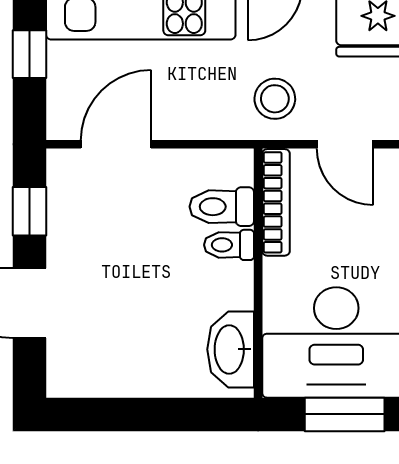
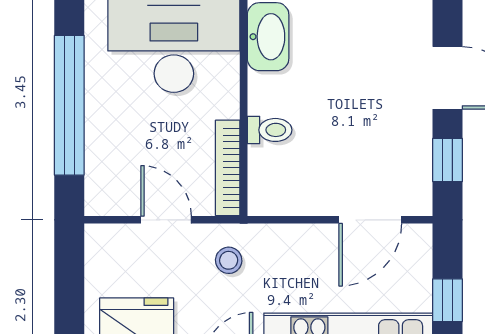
stool: (275, 99) -> (229, 260), width x0.73, depth x0.73
toilet: (222, 207) -> (276, 164), removed

